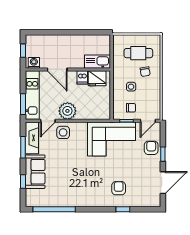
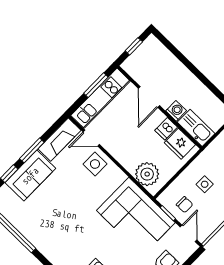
washing machine: (34, 63) -> (176, 111), moved
window: (23, 104) -> (96, 85), moved
plant: (67, 111) -> (147, 174), moved
door: (148, 121) -> (189, 233), swing flipped
window: (23, 147) -> (32, 150), moved

